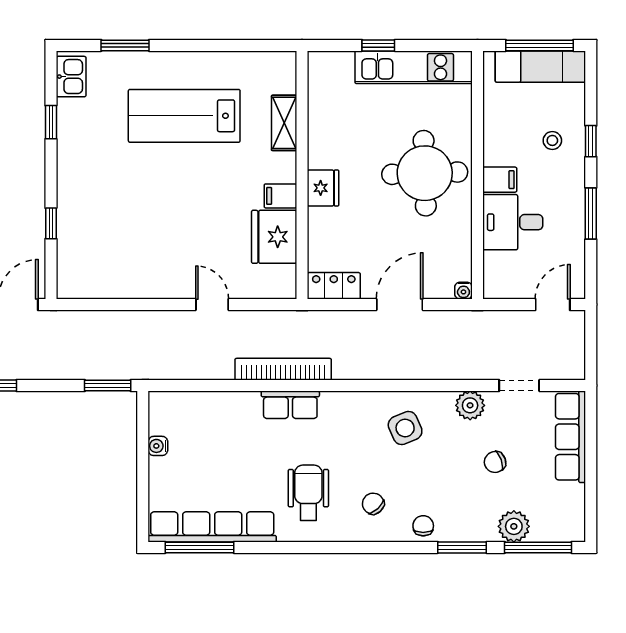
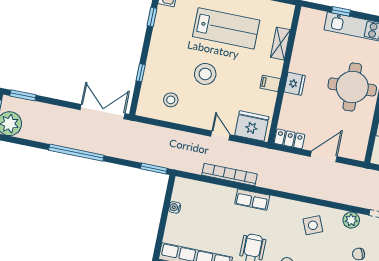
lab bench: (184, 116) -> (226, 28), turned 180
stool: (164, 203) -> (205, 74), added
fridge: (274, 237) -> (252, 126), moved, turned 90
stool: (113, 260) -> (171, 100), added
water cooler: (463, 291) -> (360, 156), removed
bookcase: (283, 369) -> (230, 175), moved

